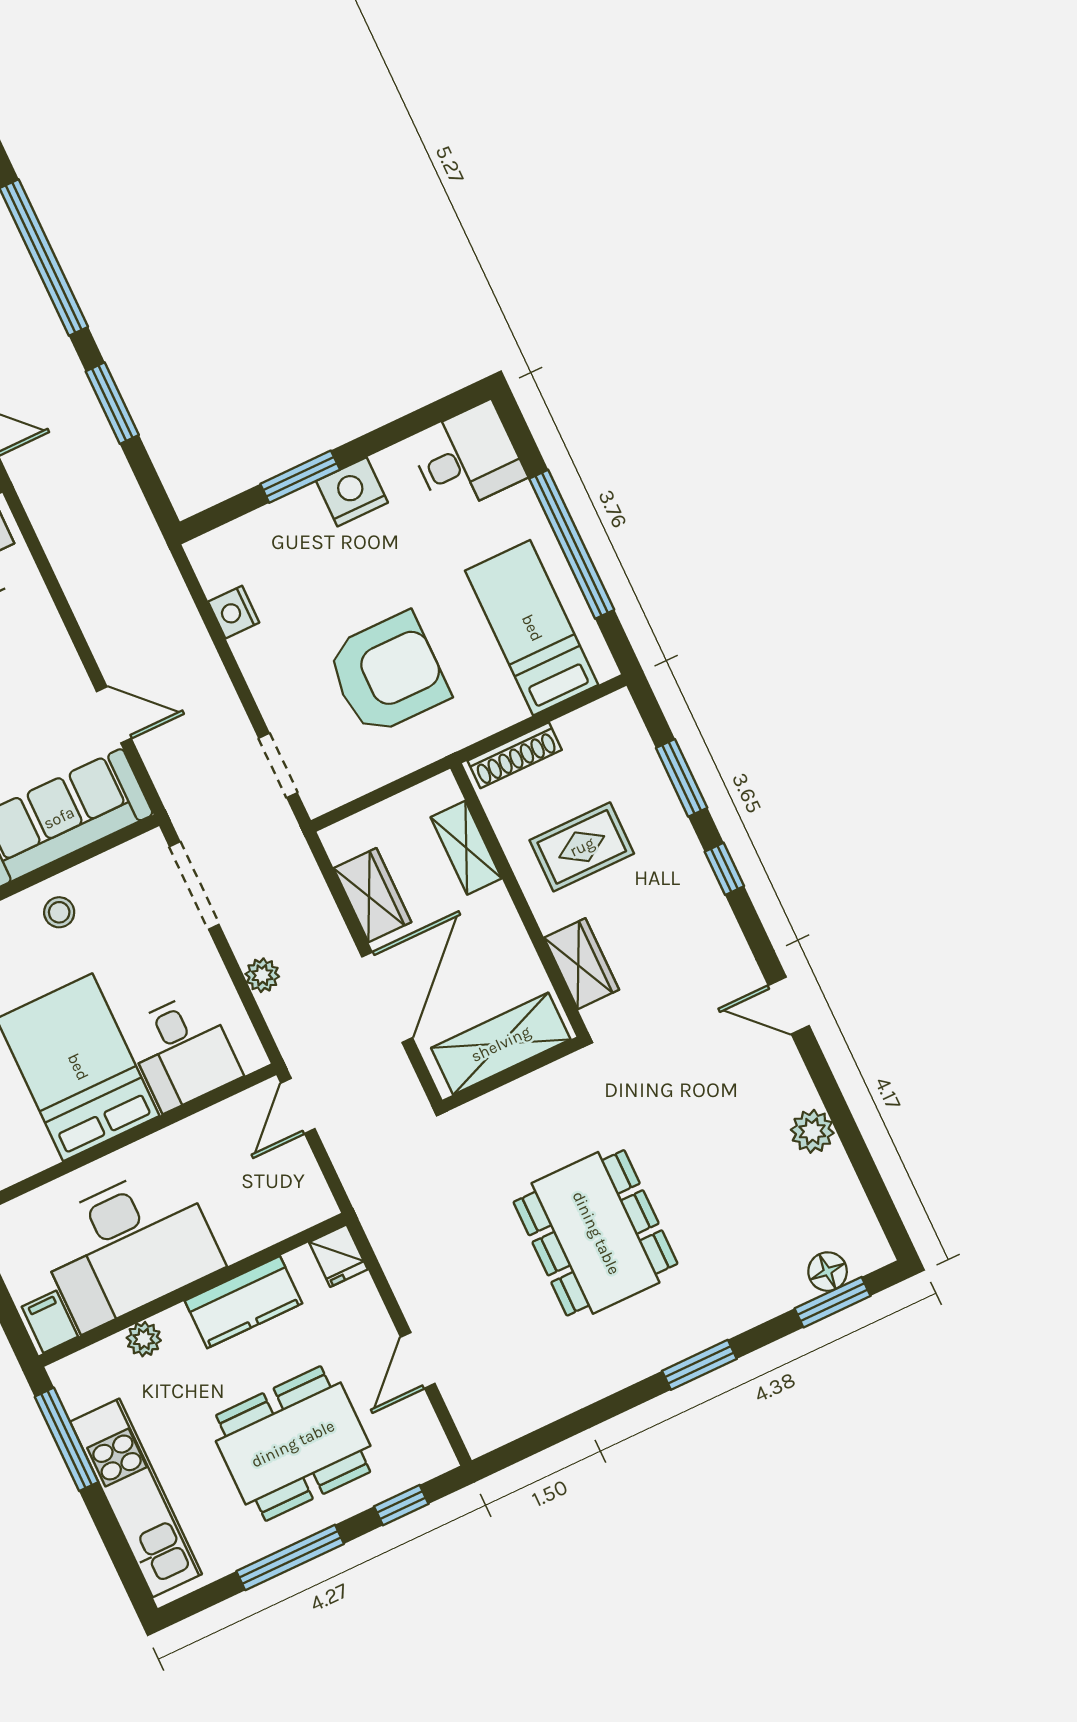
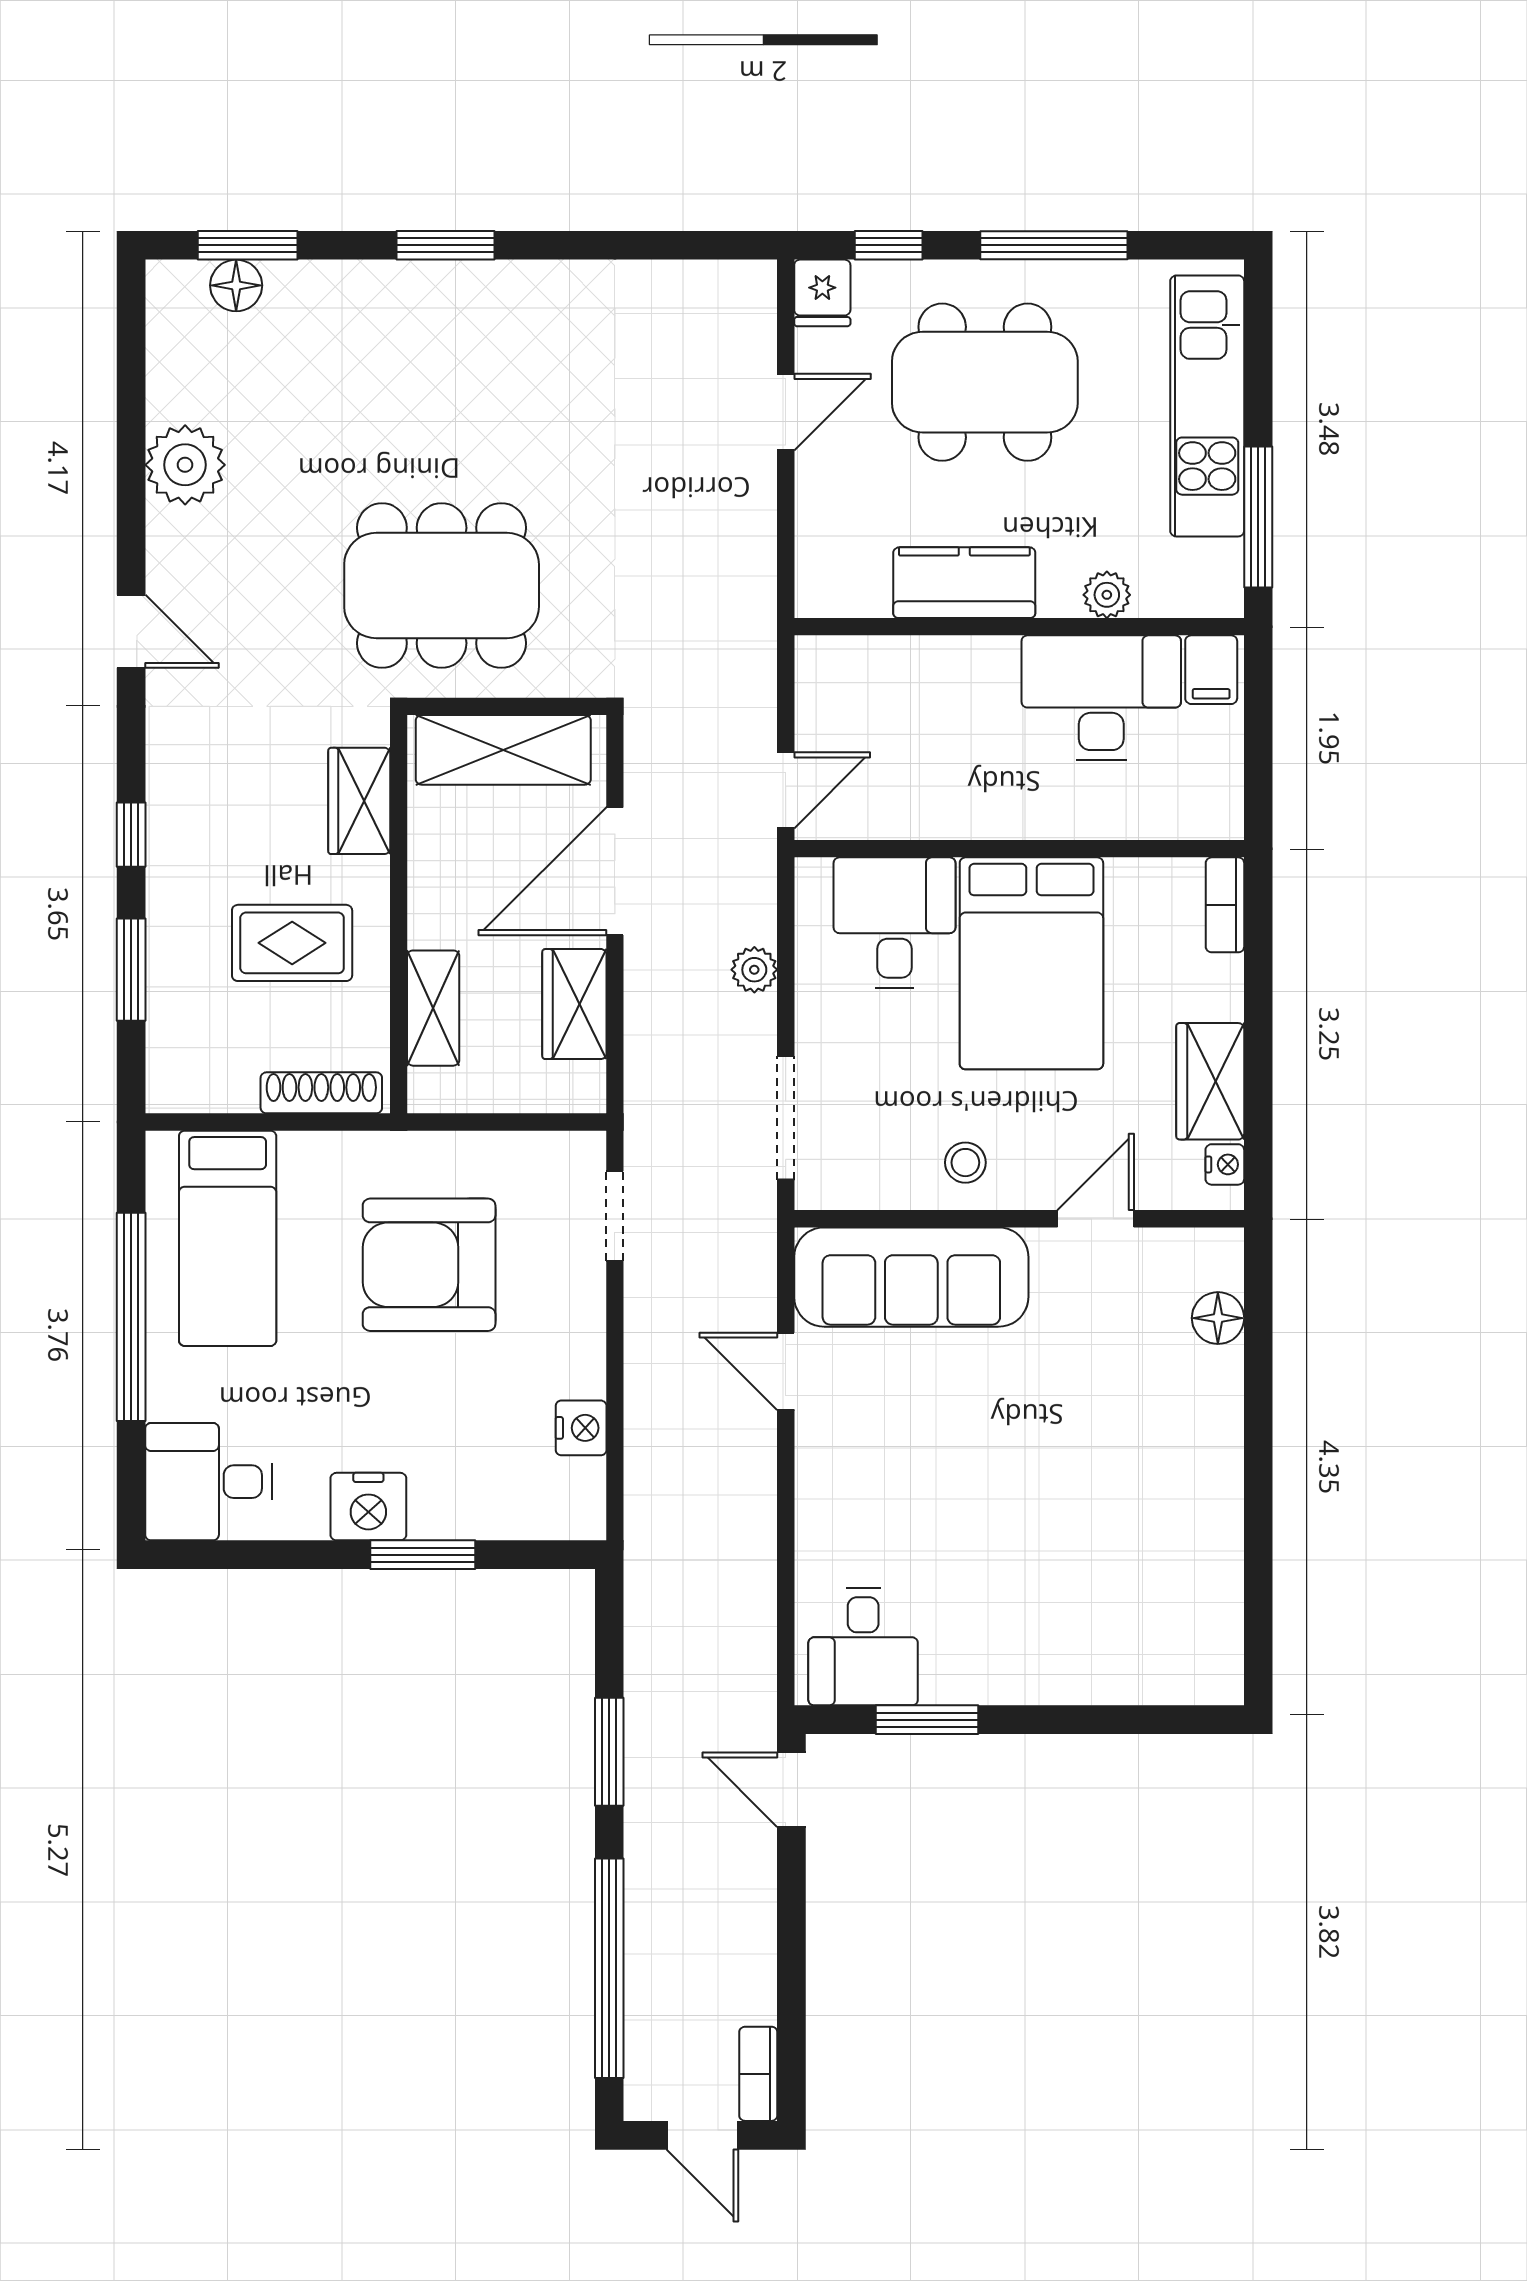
plant: (812, 1131) -> (185, 465), width x1.36, depth x1.36
dining table: (596, 1233) -> (442, 586), moved, turned 90
desk: (128, 1246) -> (1101, 698), width x0.73, depth x0.77
fridge: (338, 1256) -> (822, 293), moved, turned 180

